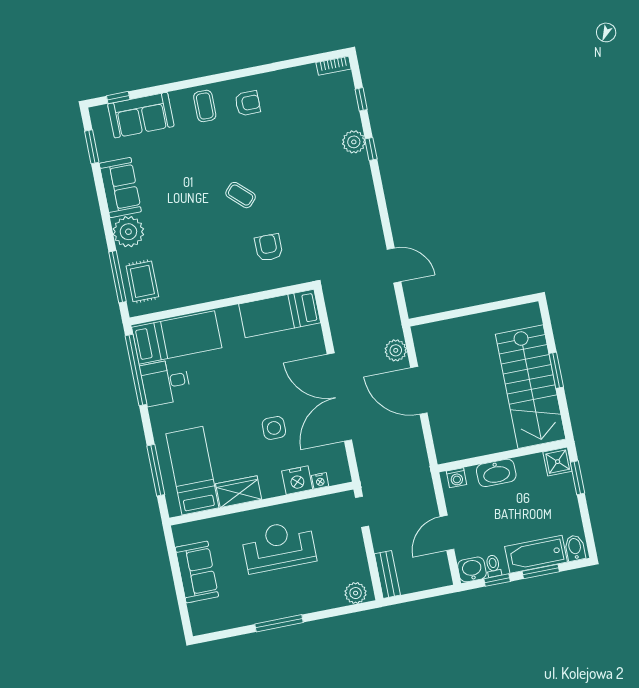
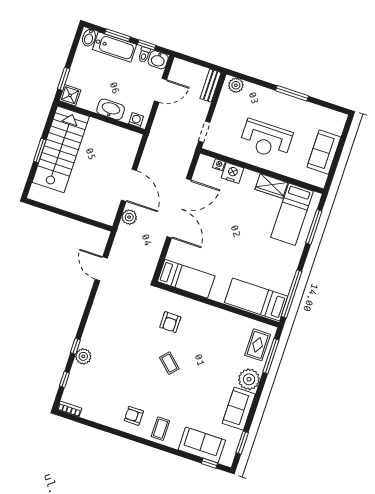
desk: (166, 382) -> (278, 277), removed
side table: (274, 428) -> (229, 212), removed

